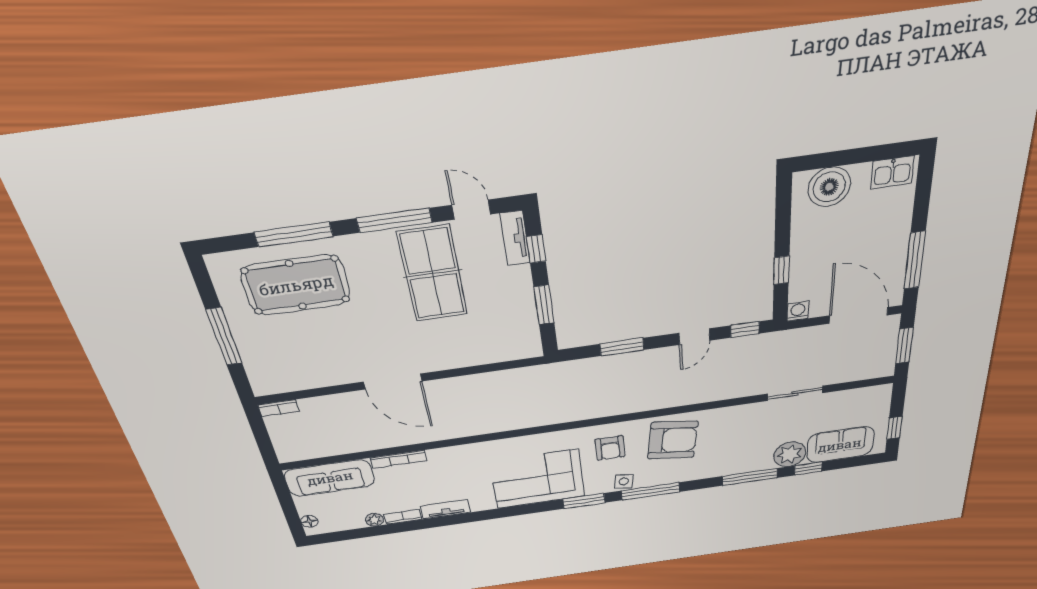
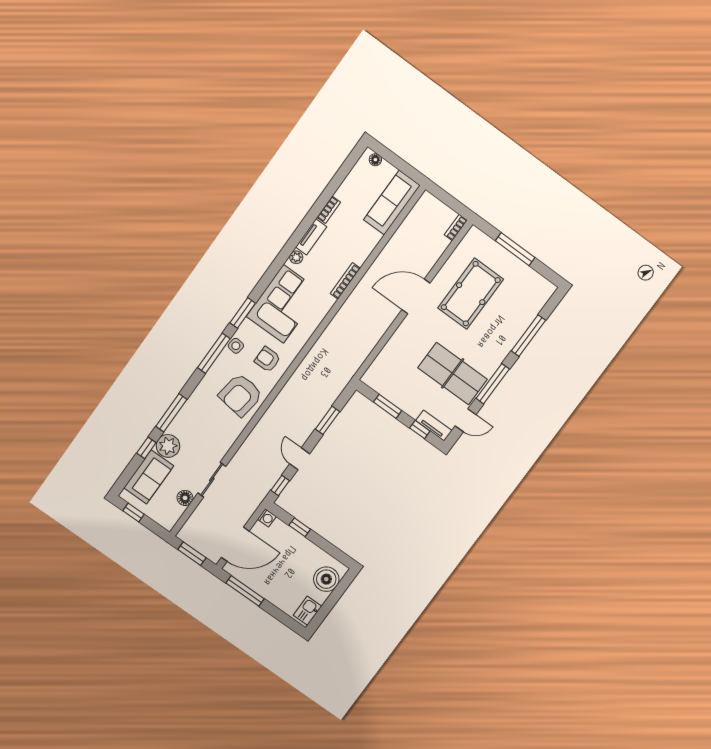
pool table: (296, 285) -> (471, 294), moved
floor lamp: (839, 400) -> (185, 498), added
bookcase: (399, 459) -> (345, 281), moved
plant: (374, 520) -> (296, 257), moved

